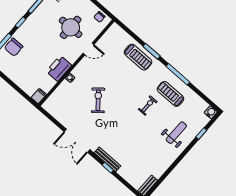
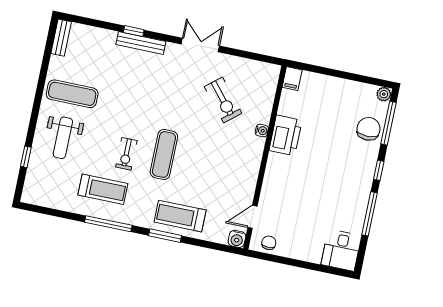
round table: (71, 27) -> (302, 204), removed
door: (88, 49) -> (252, 217), moved
exercise mat: (128, 94) -> (164, 154), added
exercise bike: (98, 100) -> (223, 100), moved
water cooler: (211, 112) -> (237, 239), moved
double door: (77, 141) -> (200, 45), width x0.73
exercise mat: (158, 153) -> (72, 94), added

